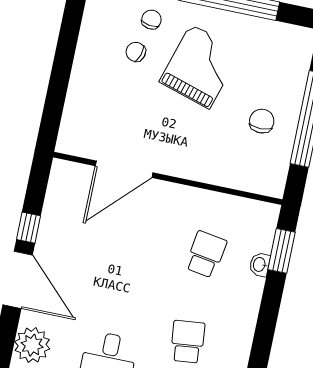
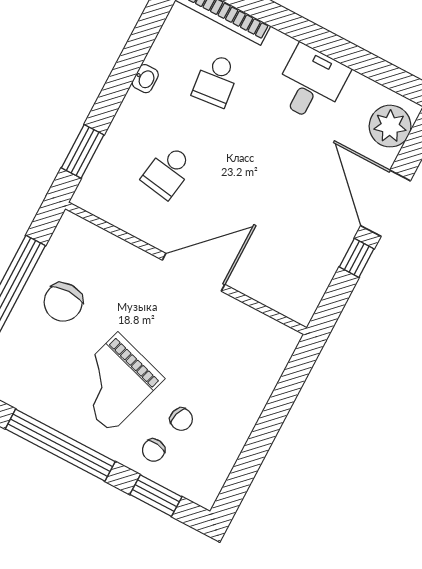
chair: (262, 121) -> (63, 302), width x1.37, depth x1.37
door: (124, 169) -> (194, 272), moved
washbasin: (260, 265) -> (145, 79), moved

